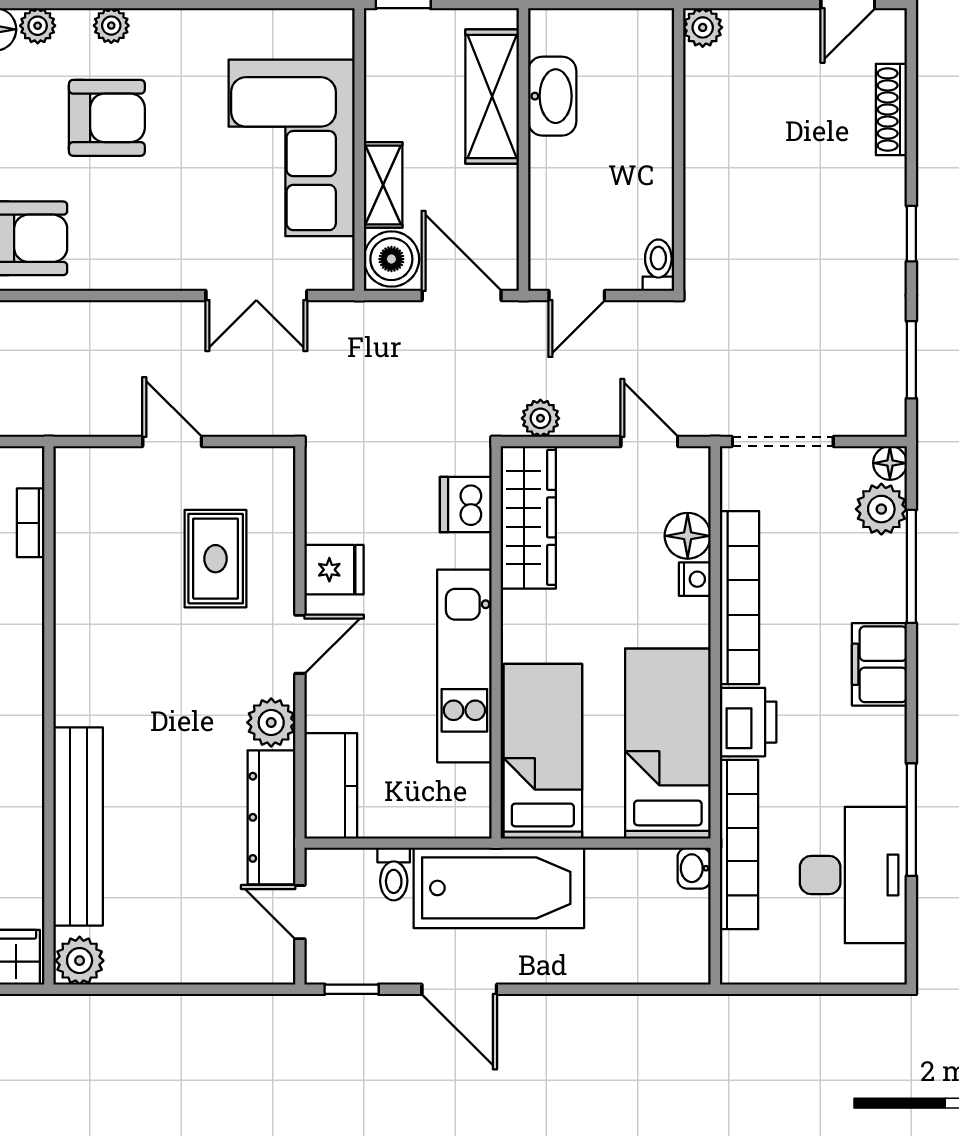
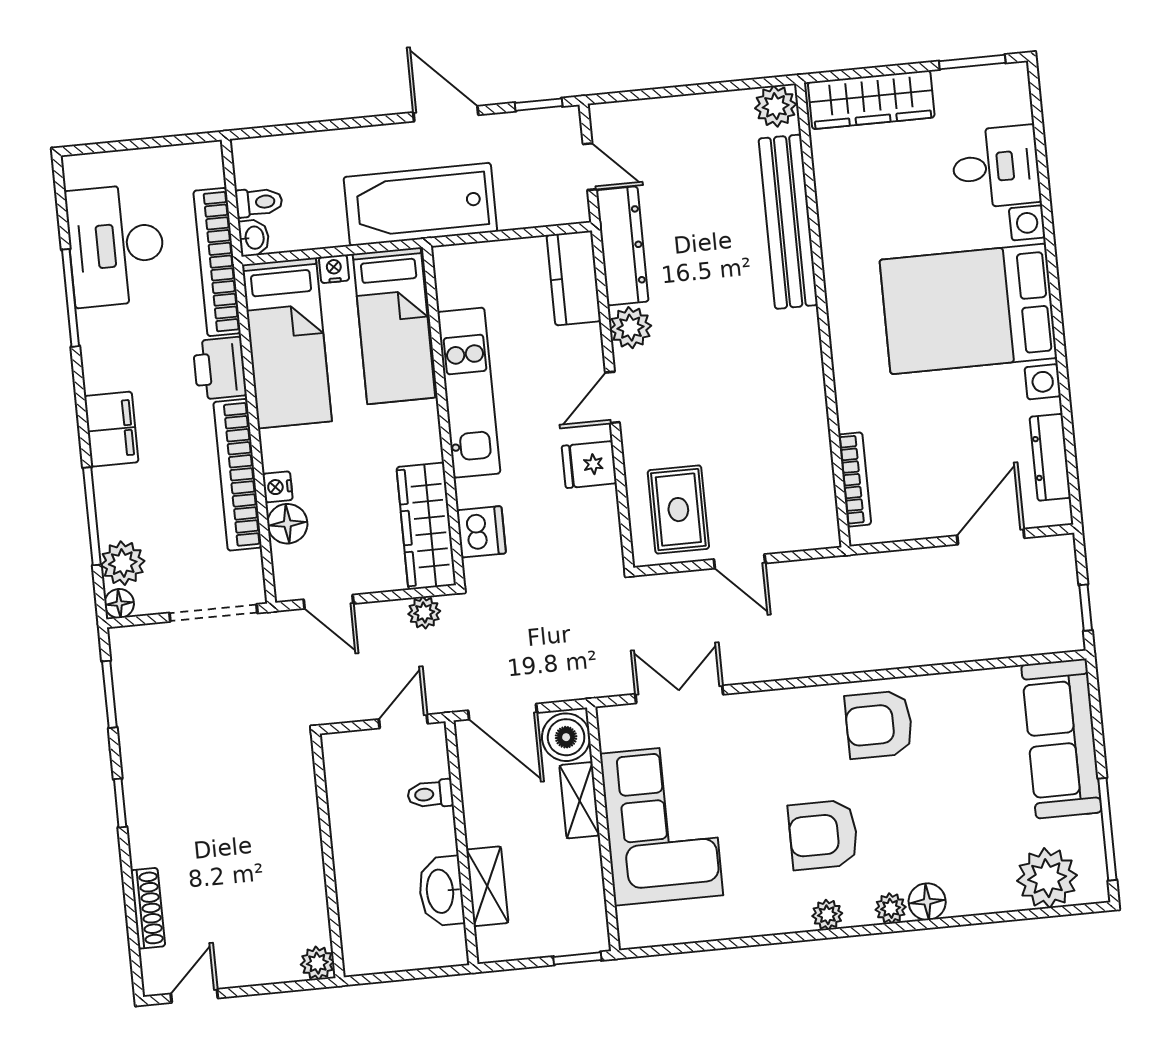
shelving: (492, 96) -> (487, 886), width x0.67, depth x0.75
toilet: (658, 265) -> (430, 794), moved, turned 90
bookcase: (31, 523) -> (855, 479), width x1.56
rug: (216, 559) -> (678, 510), moved
nightstand: (605, 823) -> (334, 269), added
toilet: (394, 874) -> (259, 202), moved, turned 90

